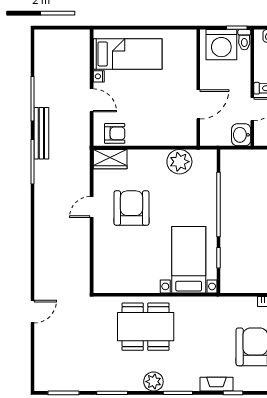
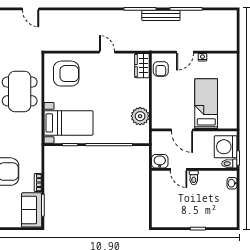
bed: (128, 54) -> (206, 104), moved, turned 180
armchair: (132, 208) -> (66, 74), moved

